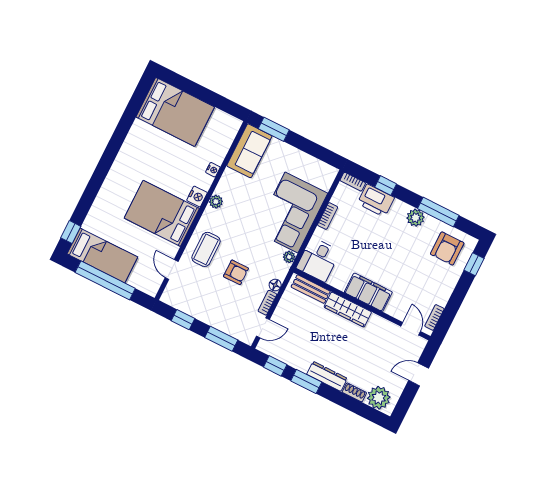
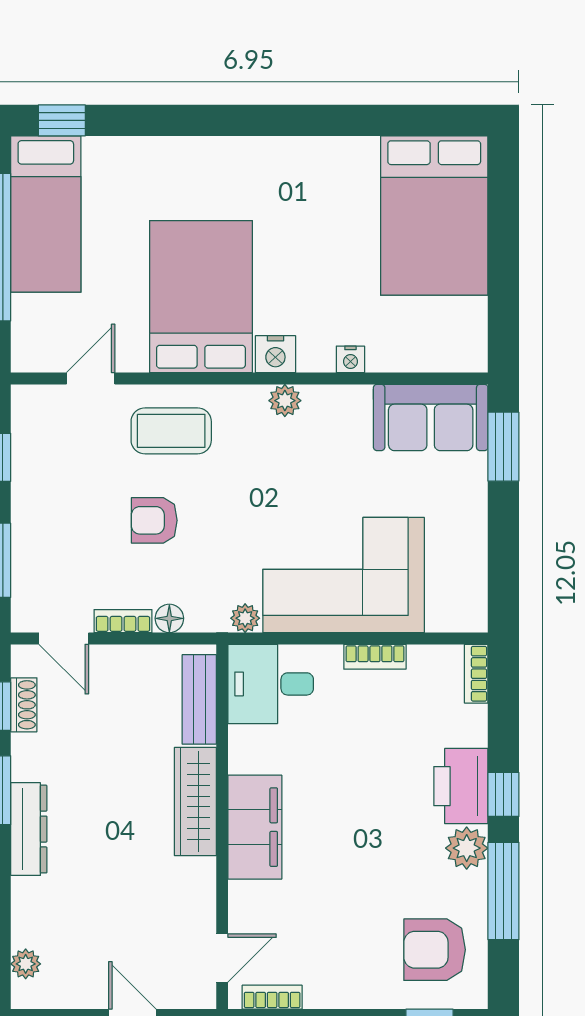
window: (386, 186) -> (503, 794), moved
printer: (376, 200) -> (461, 786), moved
armchair: (236, 272) -> (154, 520), turned 90
shoe rack: (354, 392) -> (24, 705), moved
plant: (379, 398) -> (26, 964), width x0.53, depth x0.53

